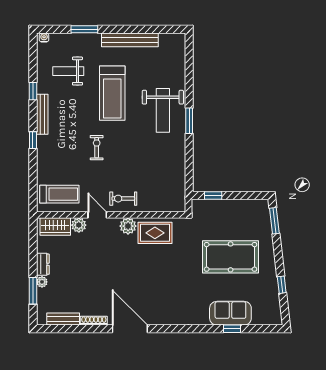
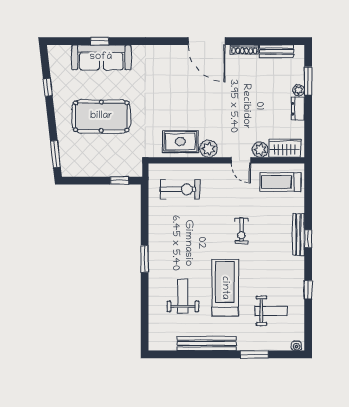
weight bench: (163, 110) -> (183, 296), moved, width x0.73, depth x0.75
bench: (42, 114) -> (298, 234), moved
exercise bike: (123, 199) -> (180, 189), moved, width x1.38, depth x1.39
sofa: (230, 313) -> (101, 57), width x1.36

